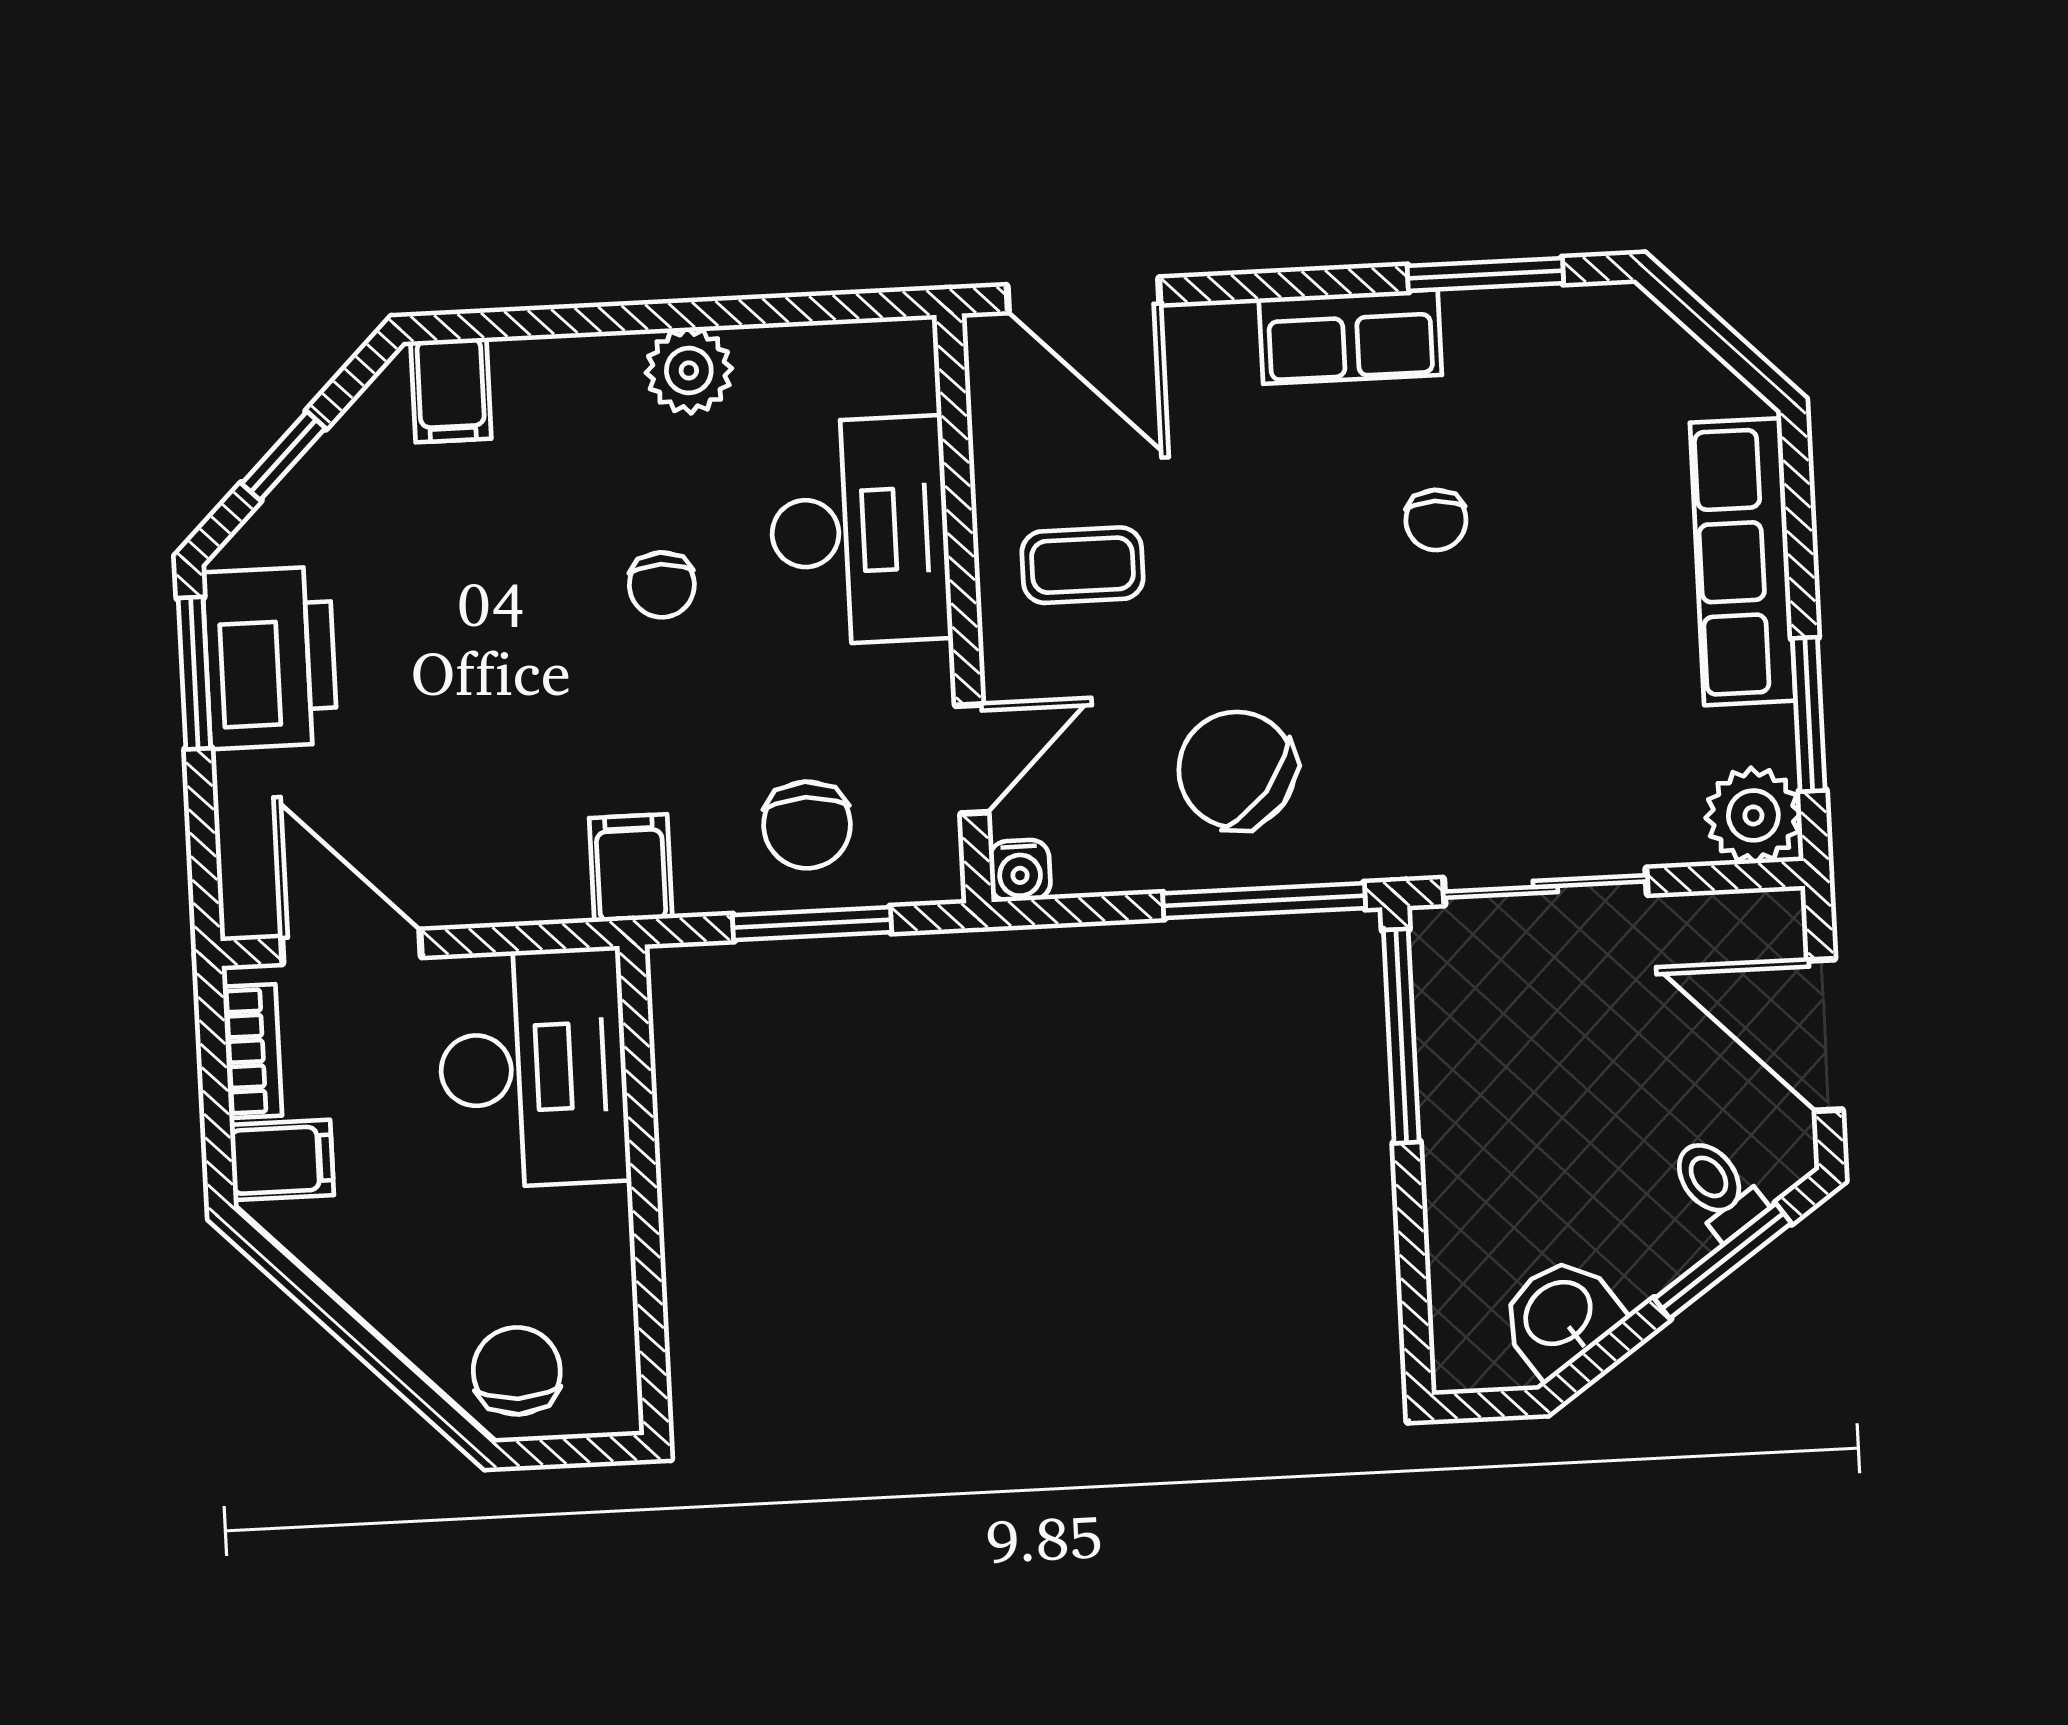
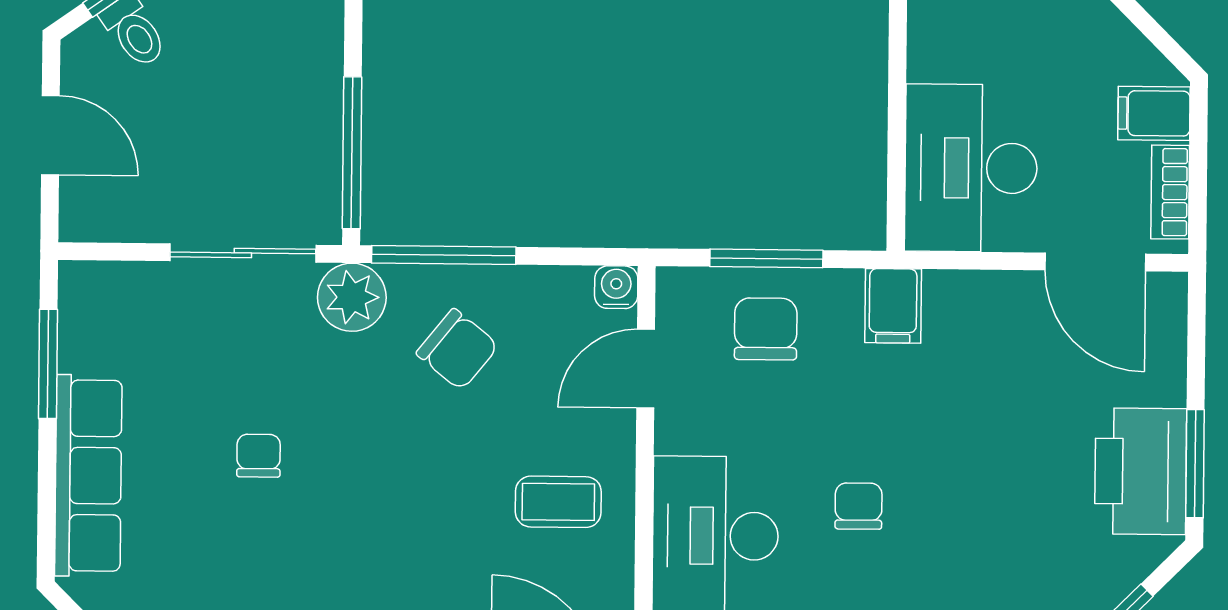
chair: (1436, 520) -> (259, 456), moved
chair: (1237, 770) -> (457, 349), width x0.73, depth x0.73
plant: (1753, 815) -> (352, 297), moved
door: (1825, 1035) -> (50, 135), width x0.73

